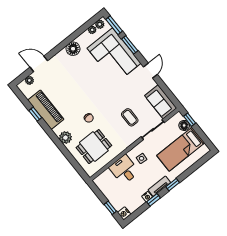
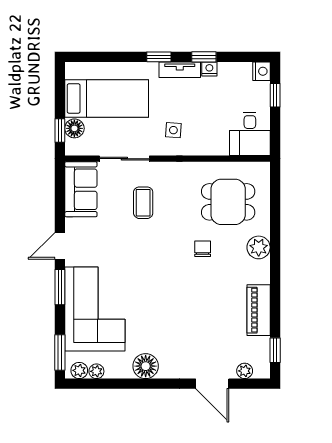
window: (130, 45) -> (60, 287), moved
piano: (46, 110) -> (259, 310), width x0.73, depth x0.75
window: (35, 114) -> (275, 350), moved
desk: (124, 170) -> (250, 134), moved

